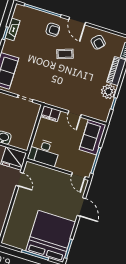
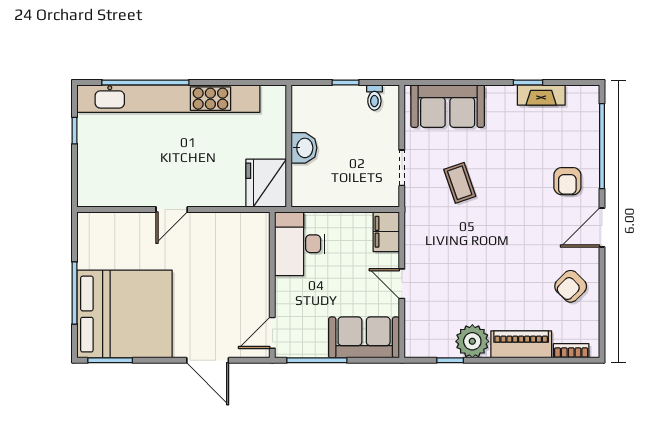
coffee table: (65, 54) -> (460, 183), moved
door: (75, 114) -> (402, 284), hinge flipped
door: (20, 179) -> (172, 210), moved
door: (81, 207) -> (208, 360), hinge flipped

